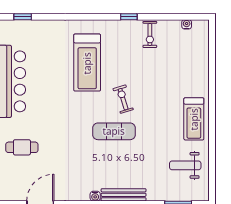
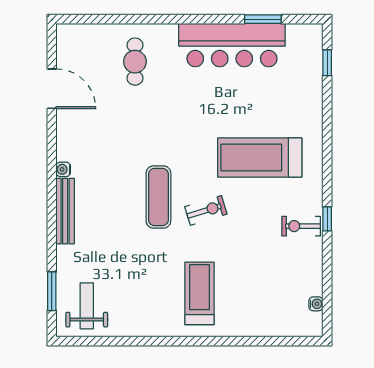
exercise bike: (150, 34) -> (301, 226), moved
treadmill: (194, 119) -> (200, 293), moved, turned 90
weight bench: (185, 165) -> (87, 306), moved

